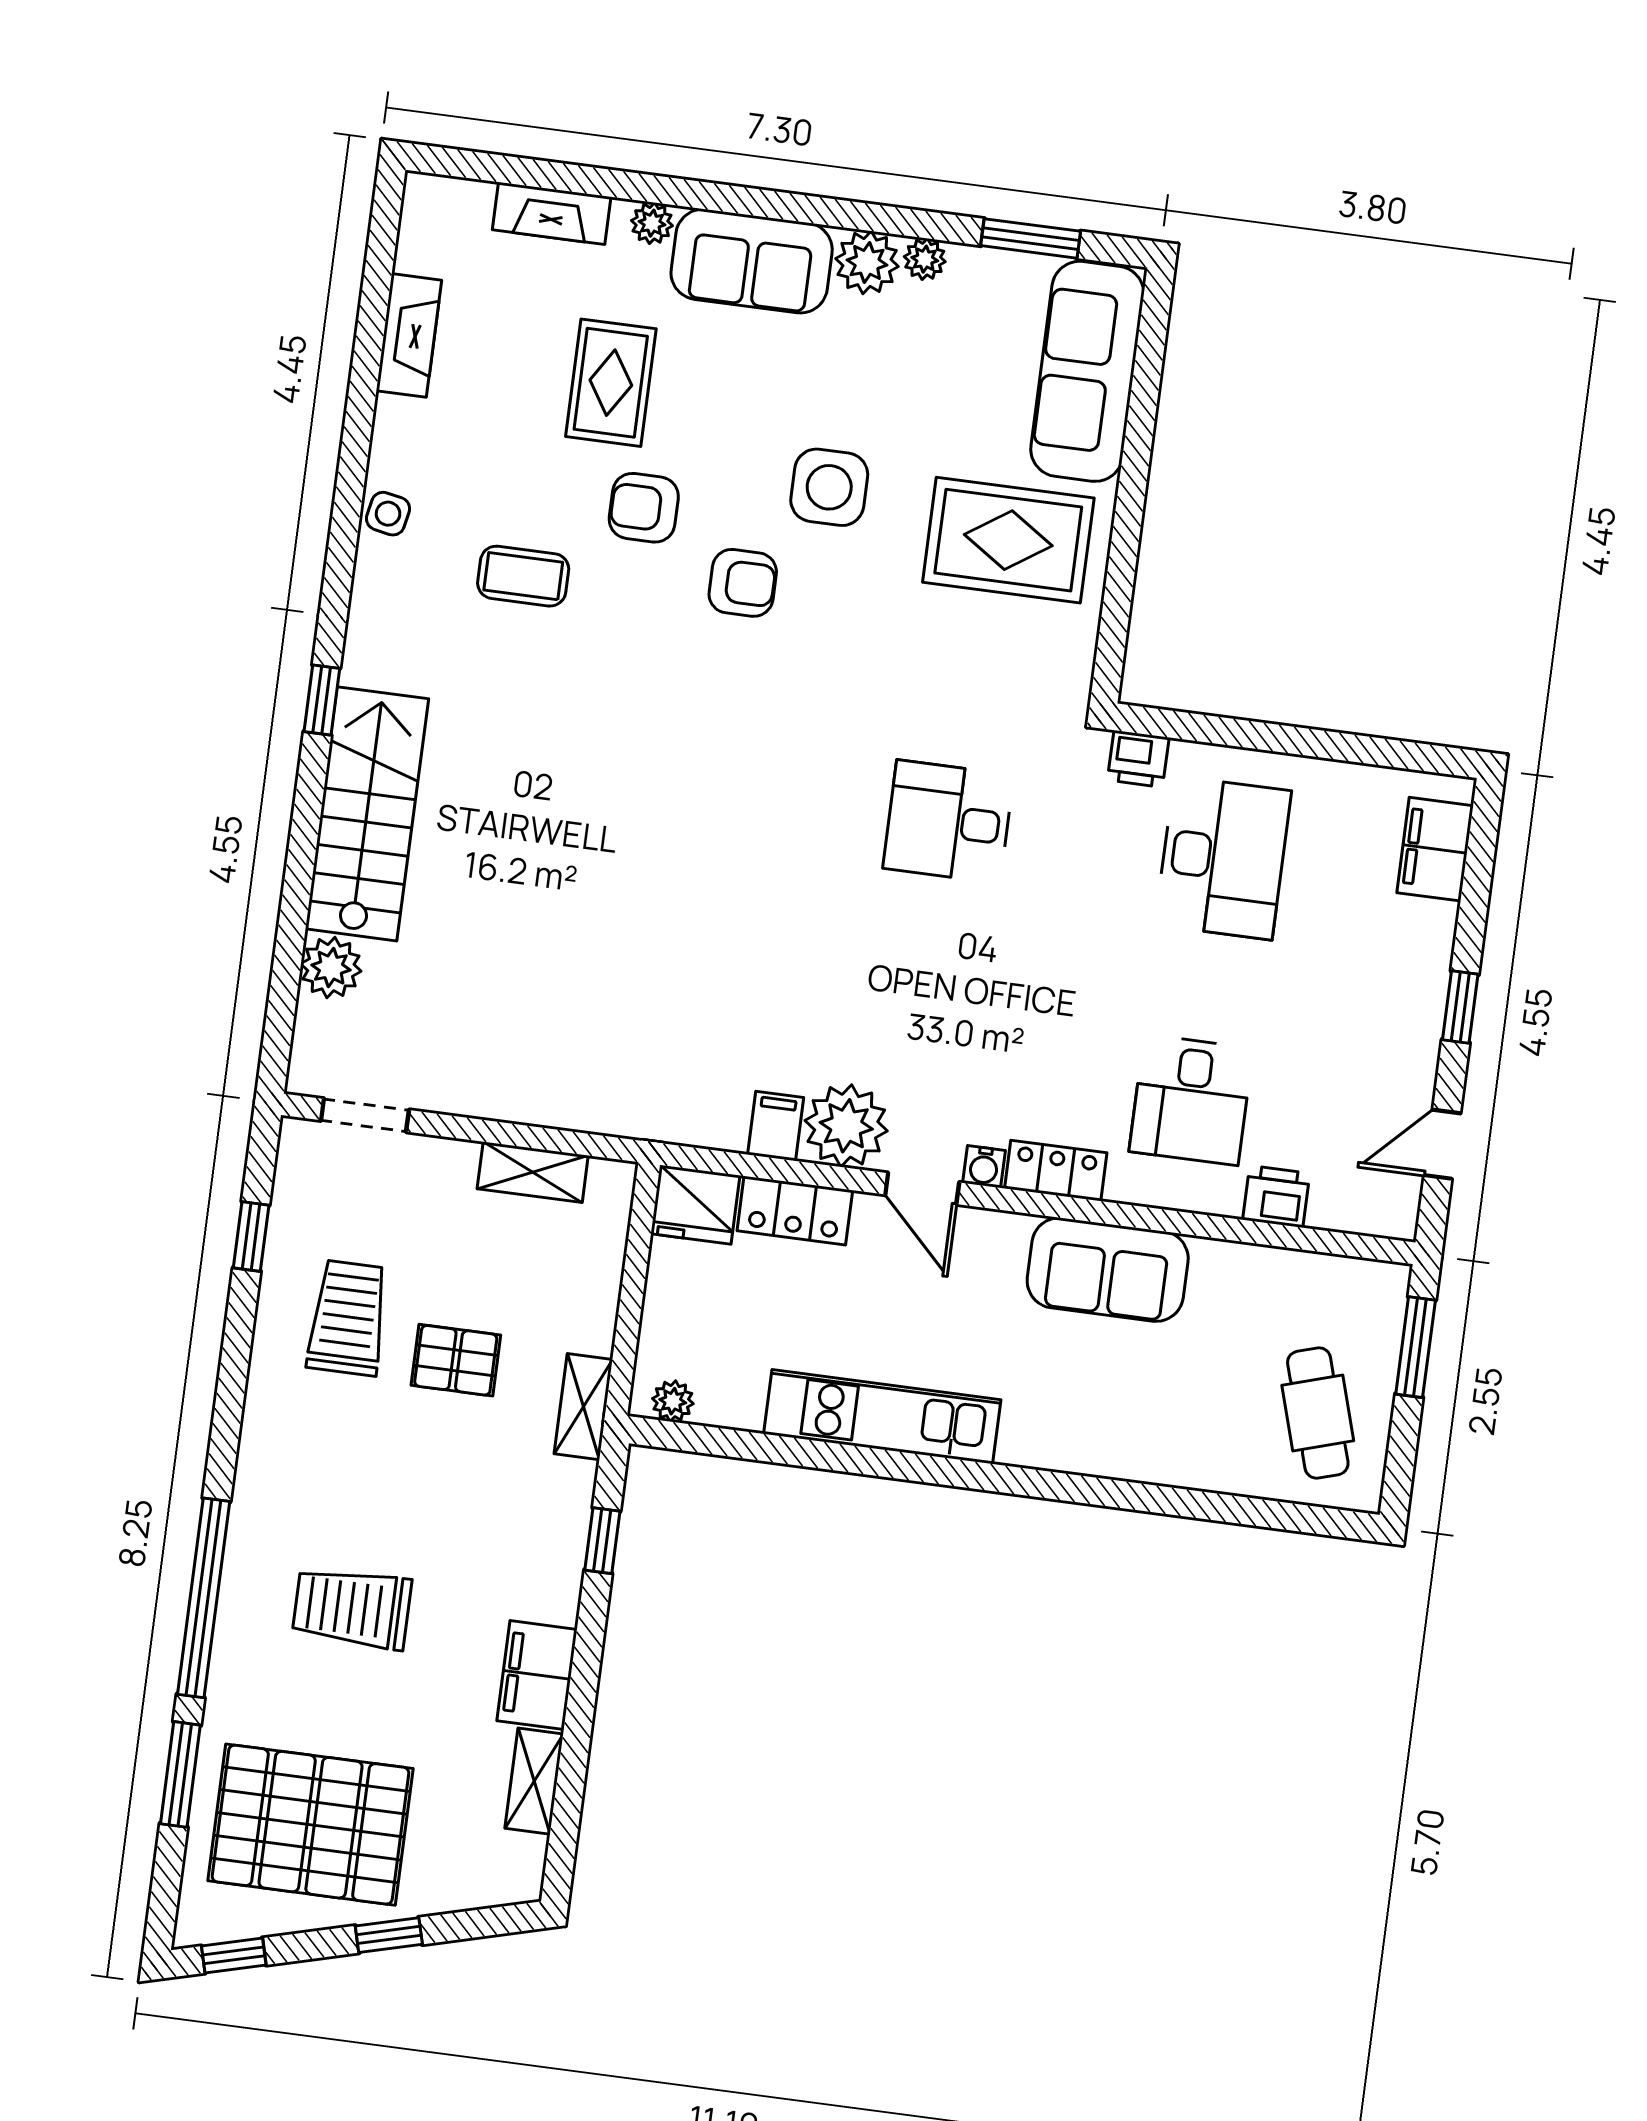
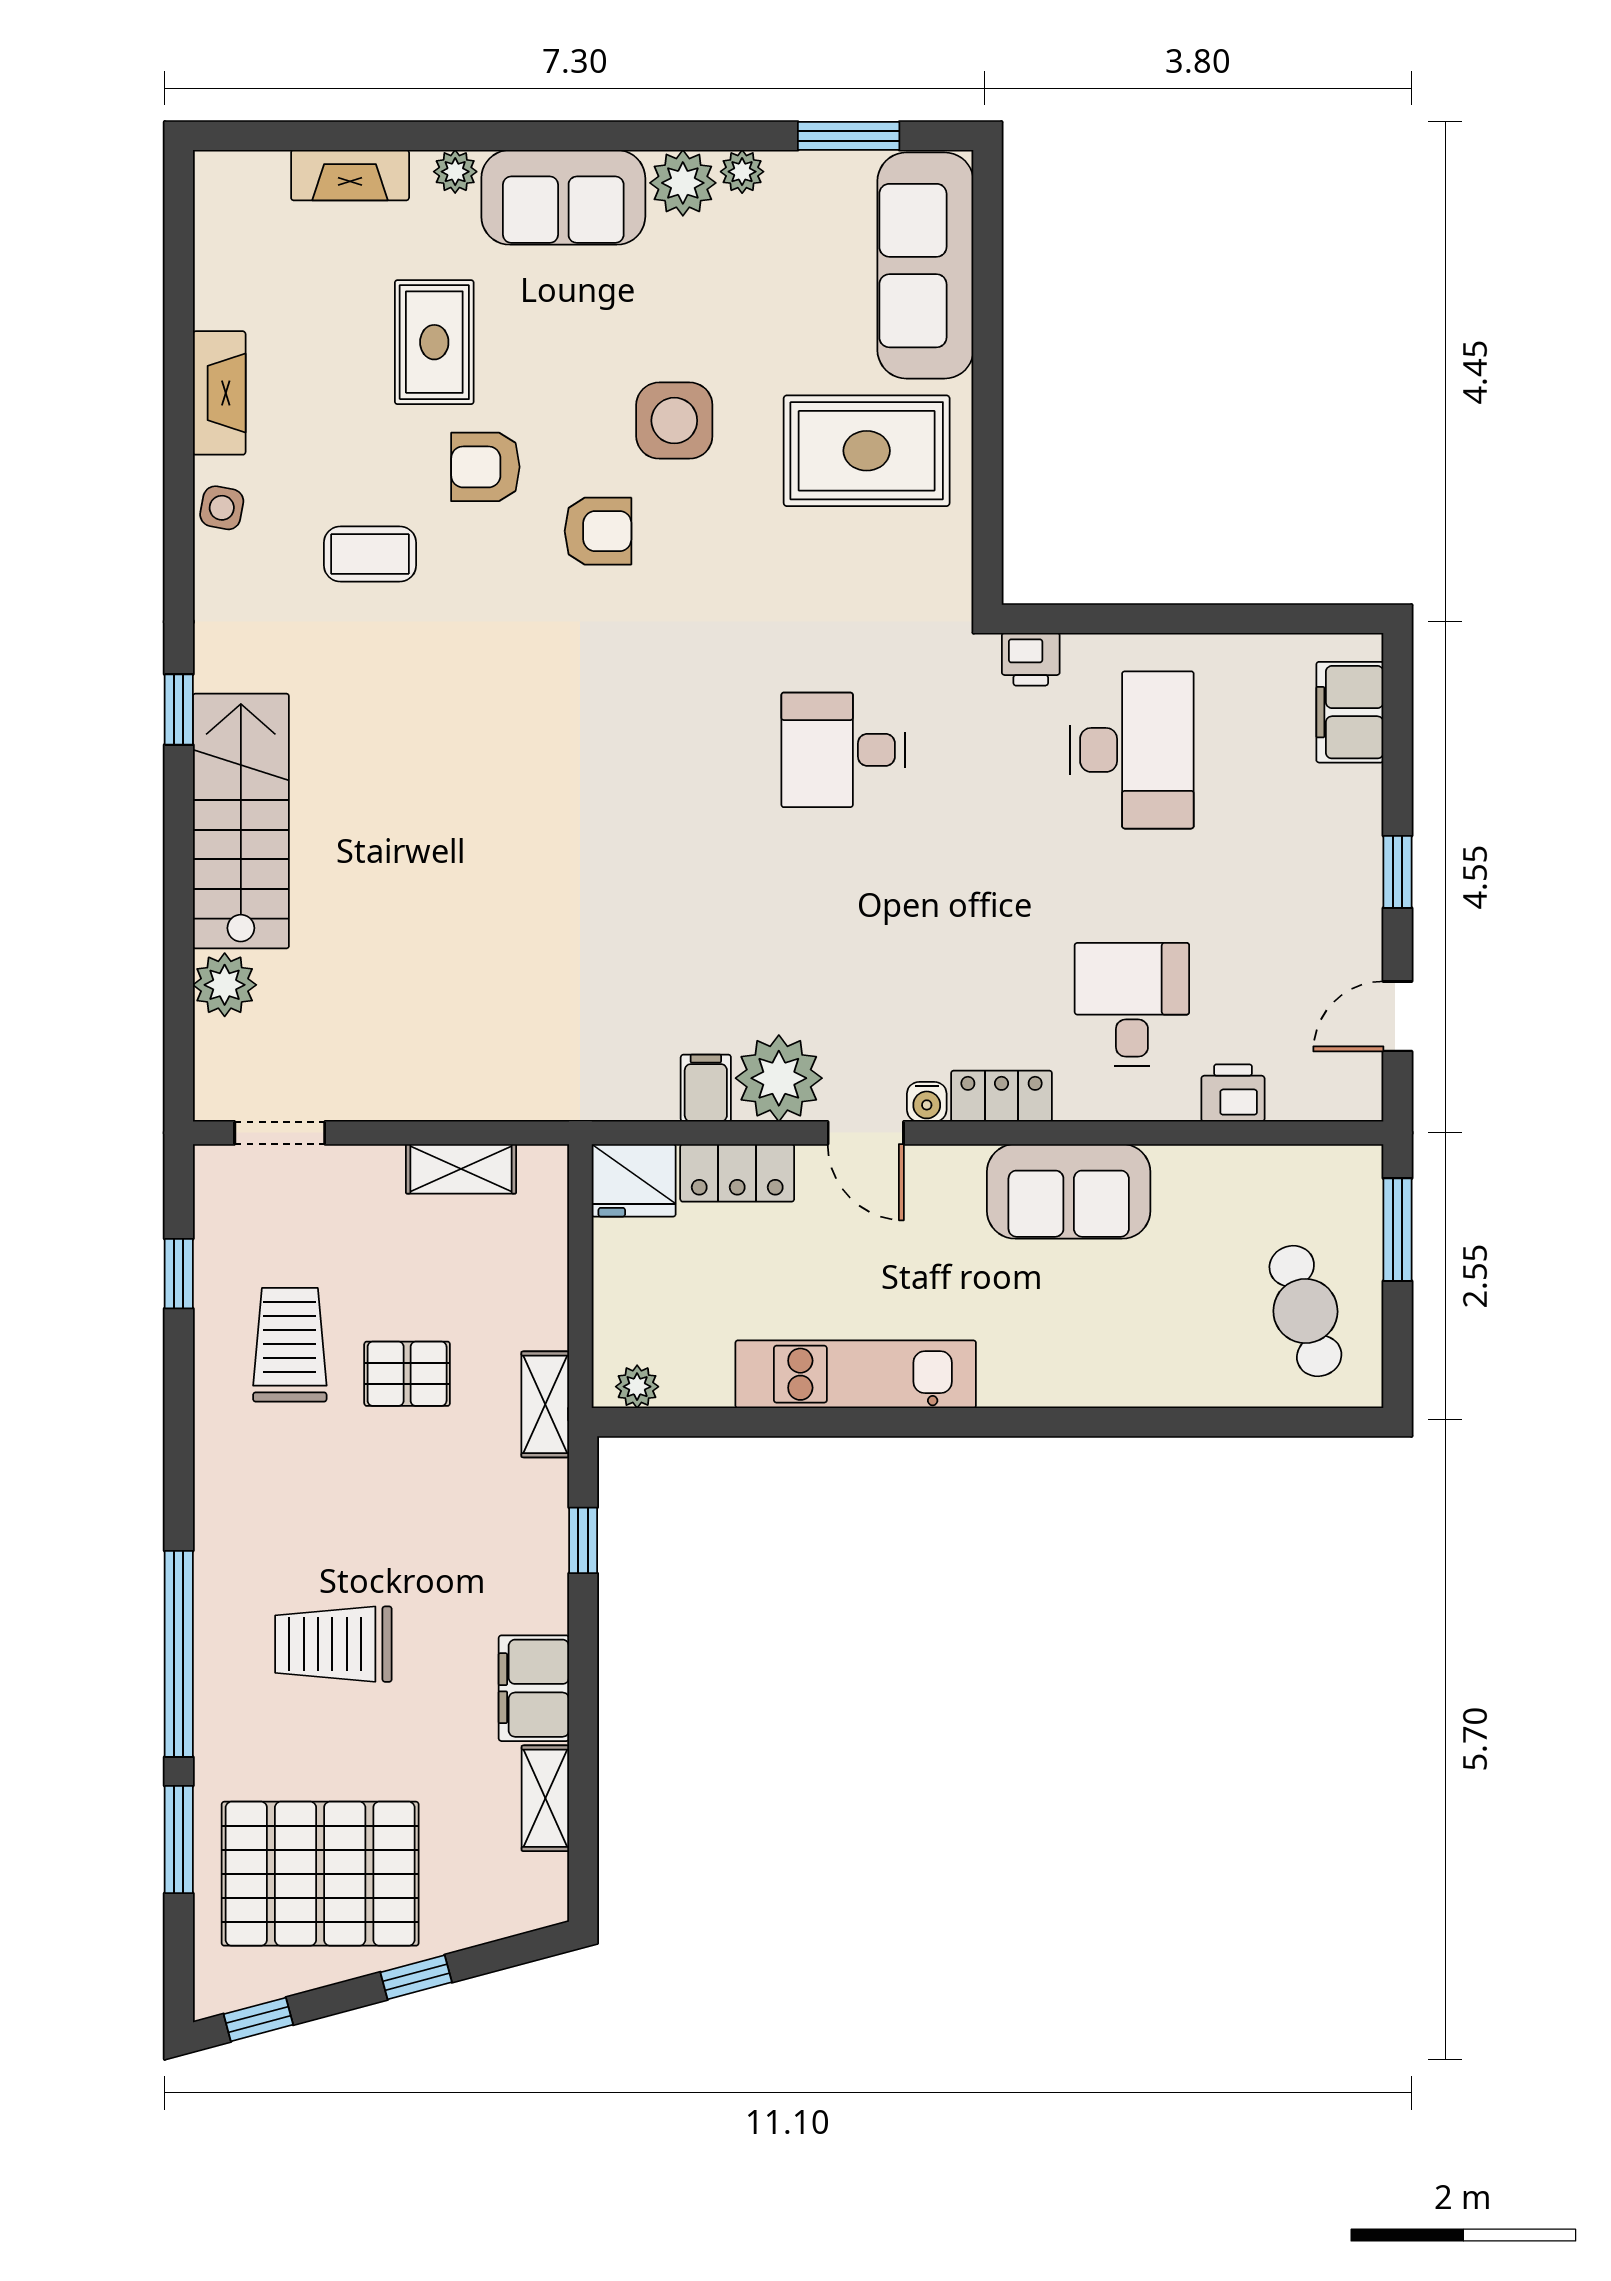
fireplace: (409, 335) -> (219, 393), moved
desk: (1191, 1100) -> (1132, 1005), turned 180

